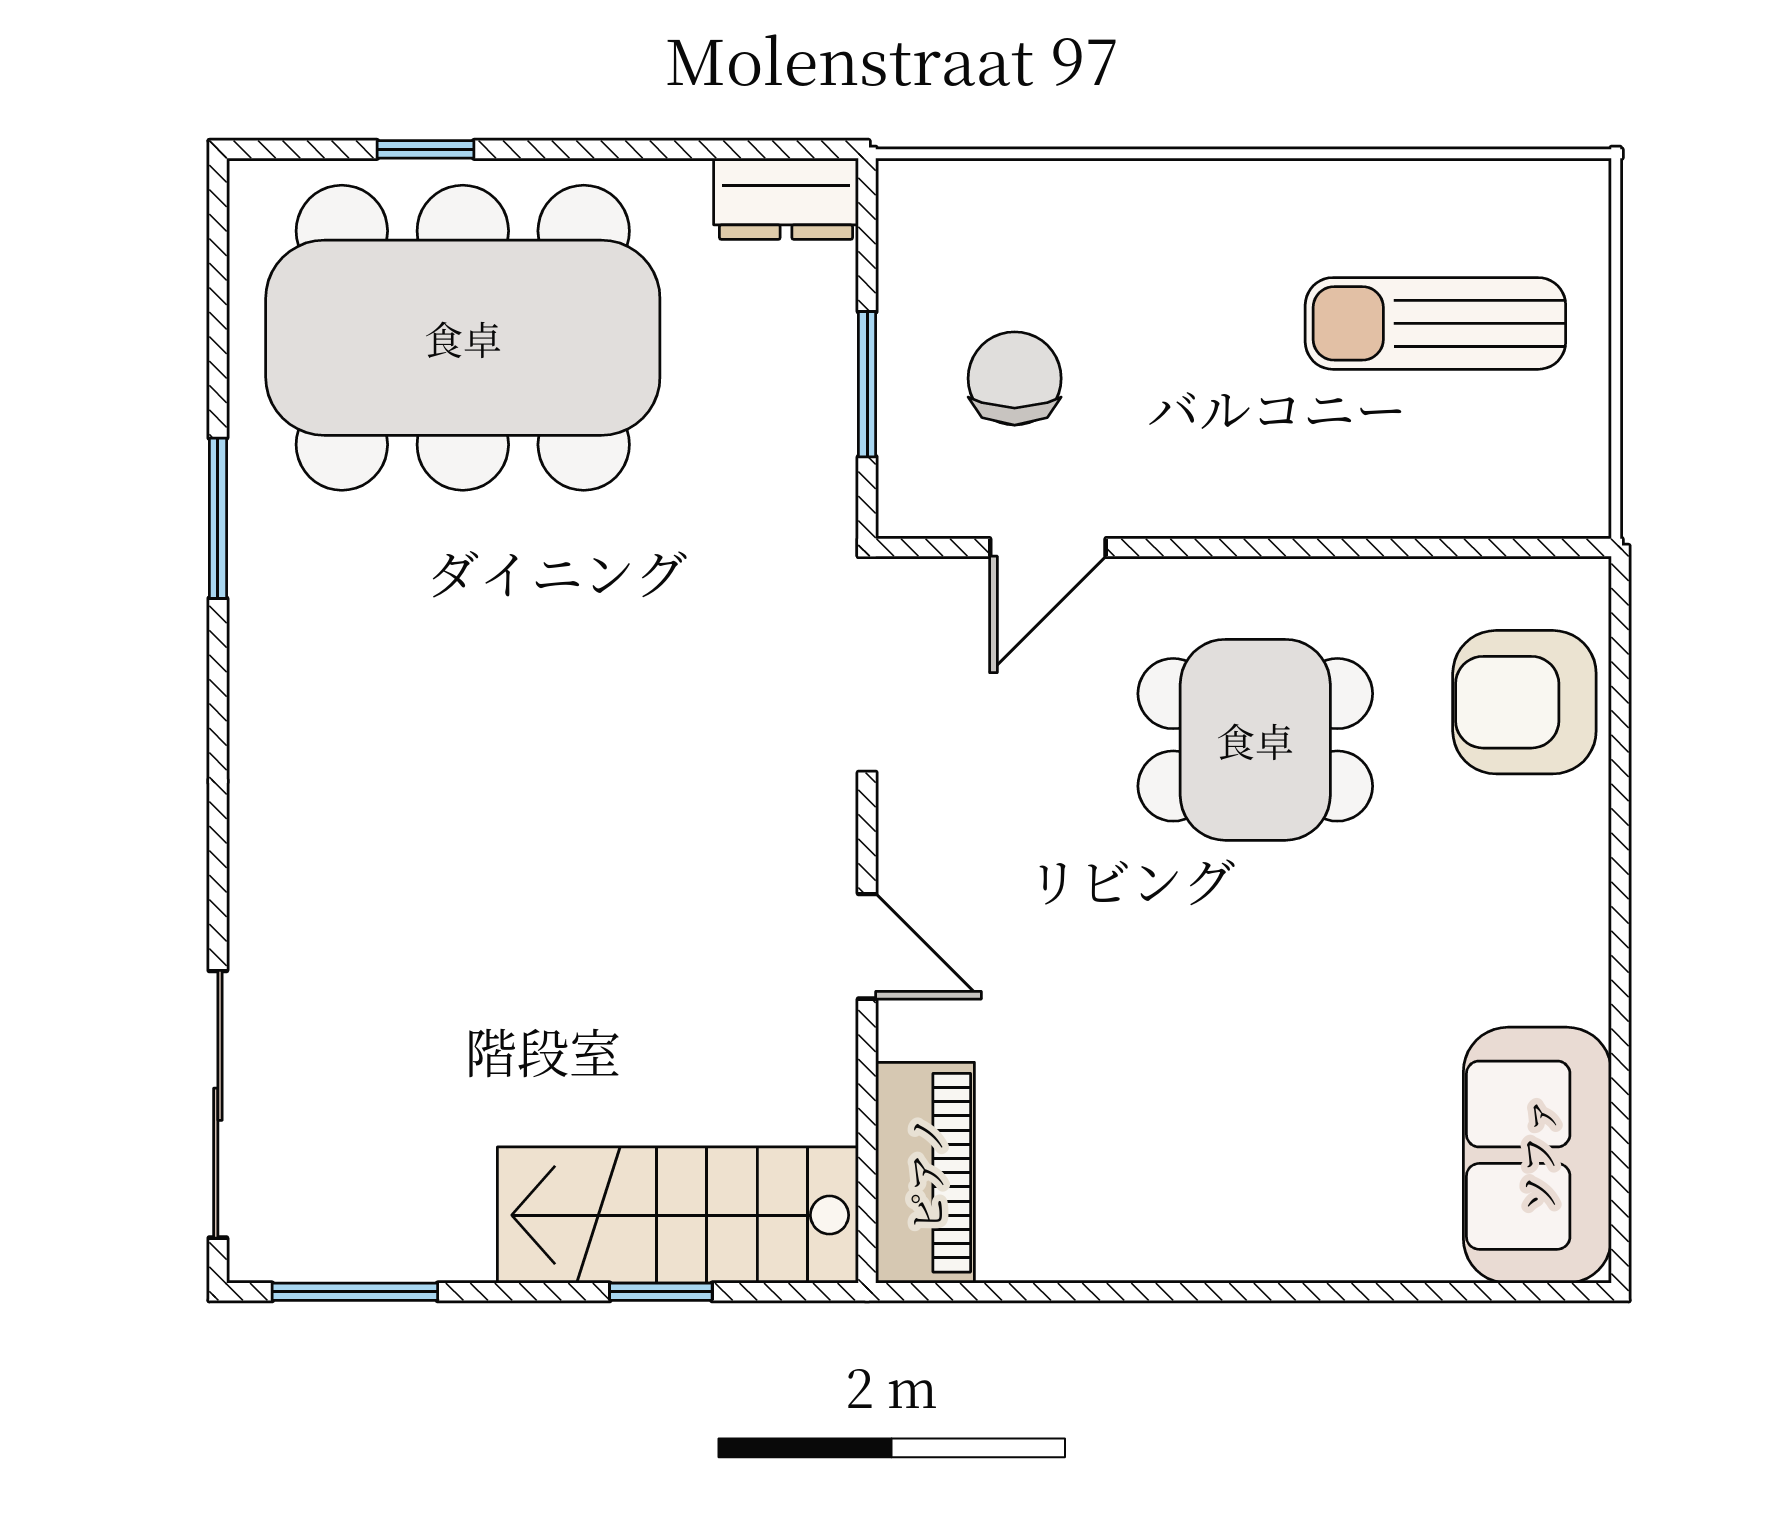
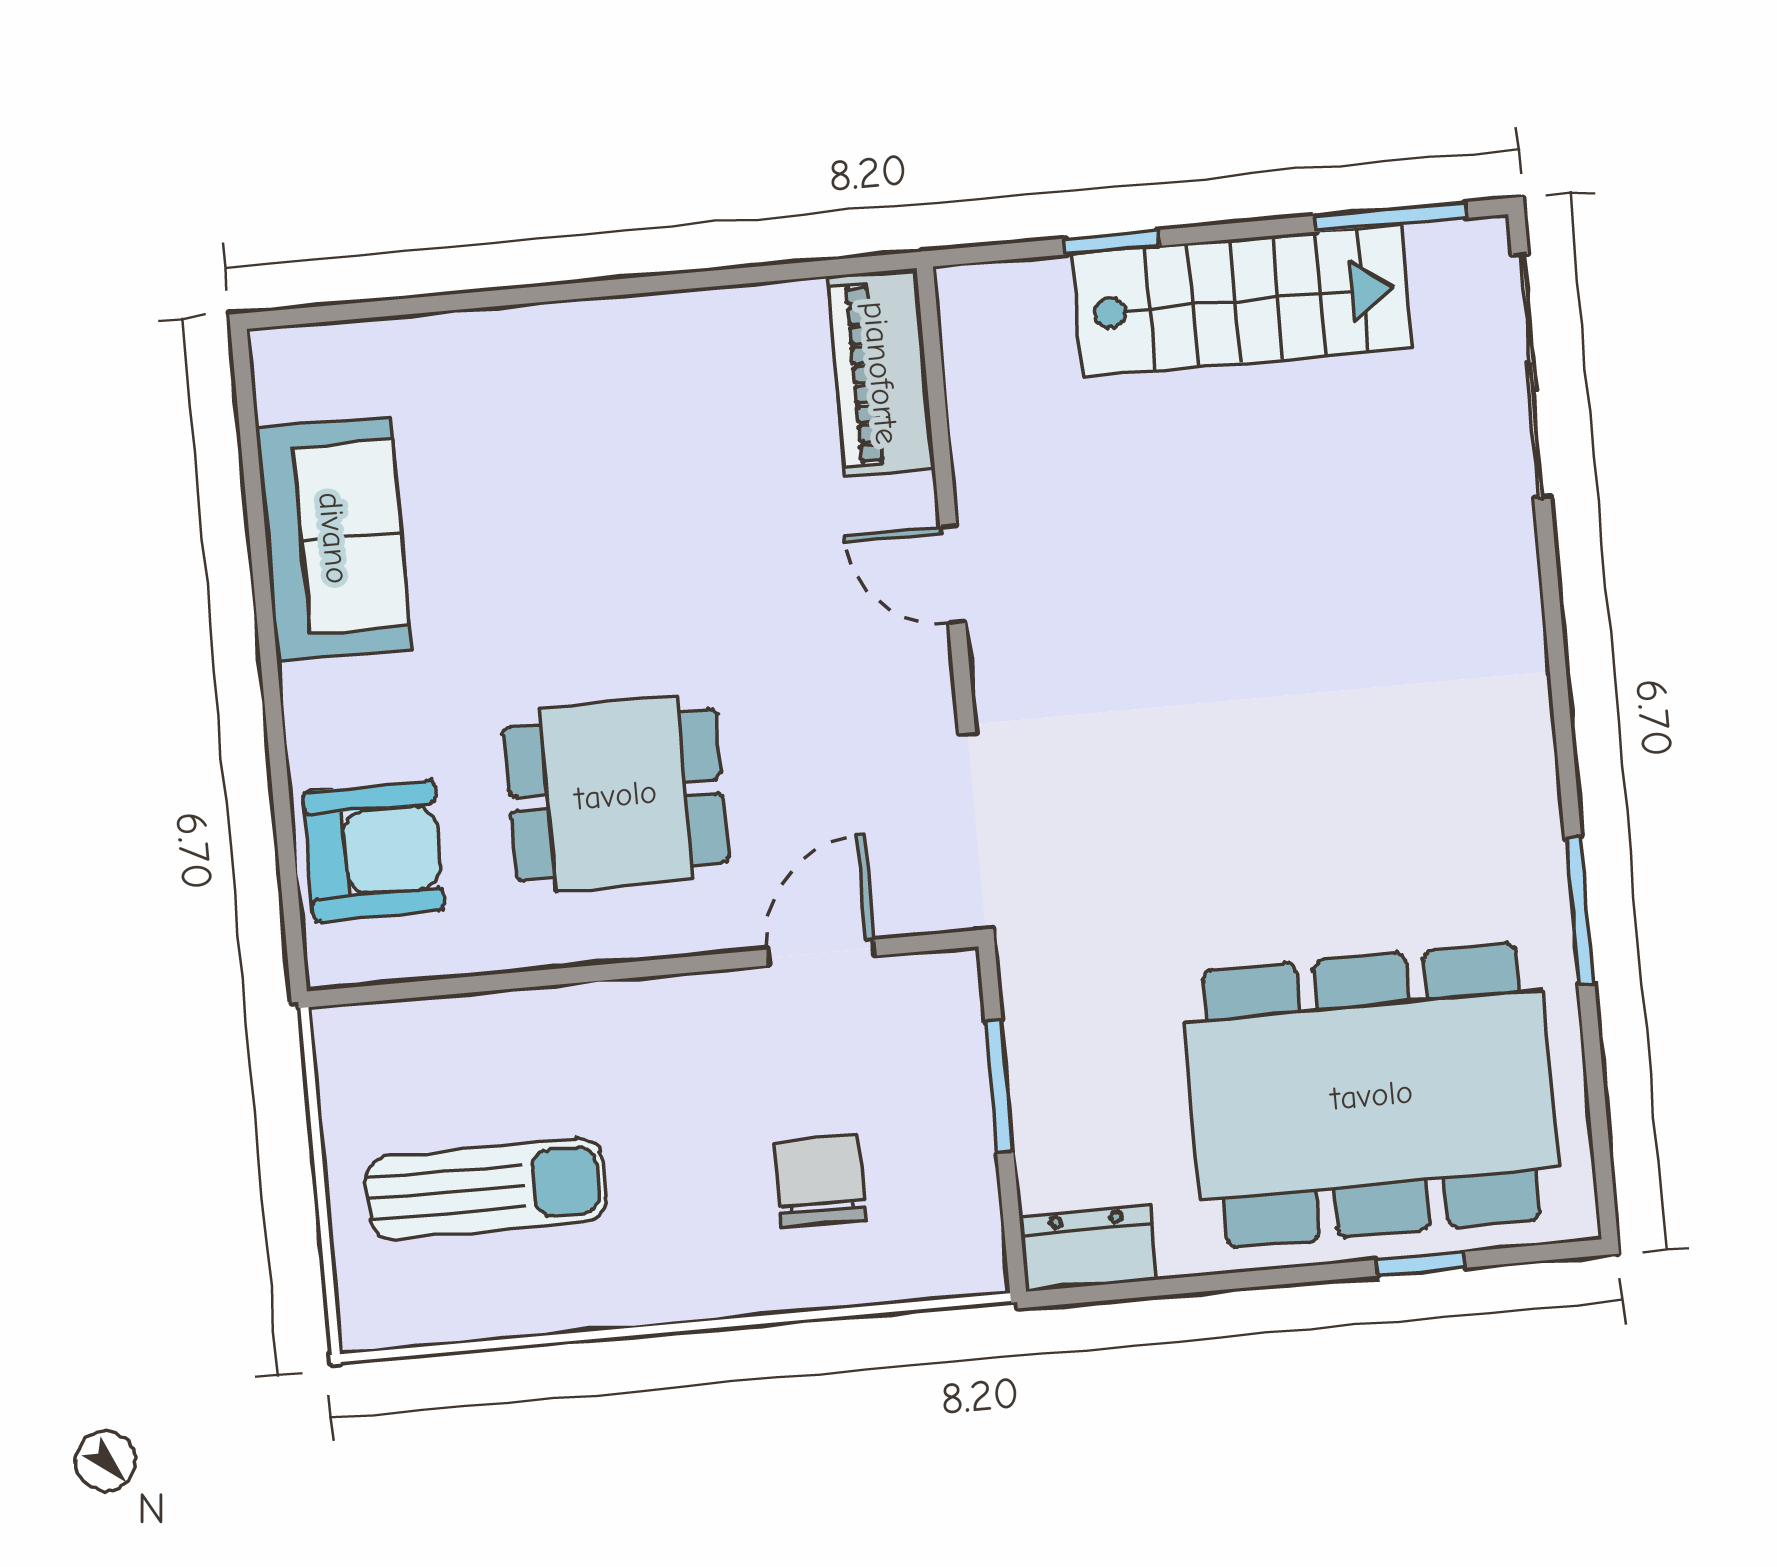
chair: (1015, 378) -> (820, 1181), moved, turned 180
sofa: (1537, 1155) -> (334, 538), moved
stairs: (678, 1215) -> (1242, 301), moved

